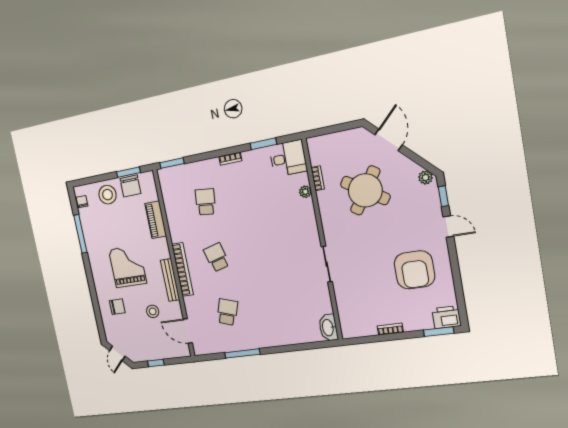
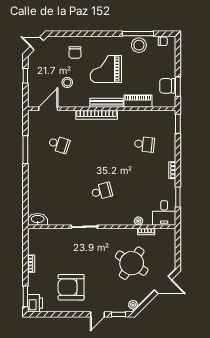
stool: (107, 195) -> (139, 45), moved
school desk: (217, 257) -> (102, 191), moved
grand piano: (128, 266) -> (106, 69), turned 180
bench: (170, 280) -> (107, 103), moved

